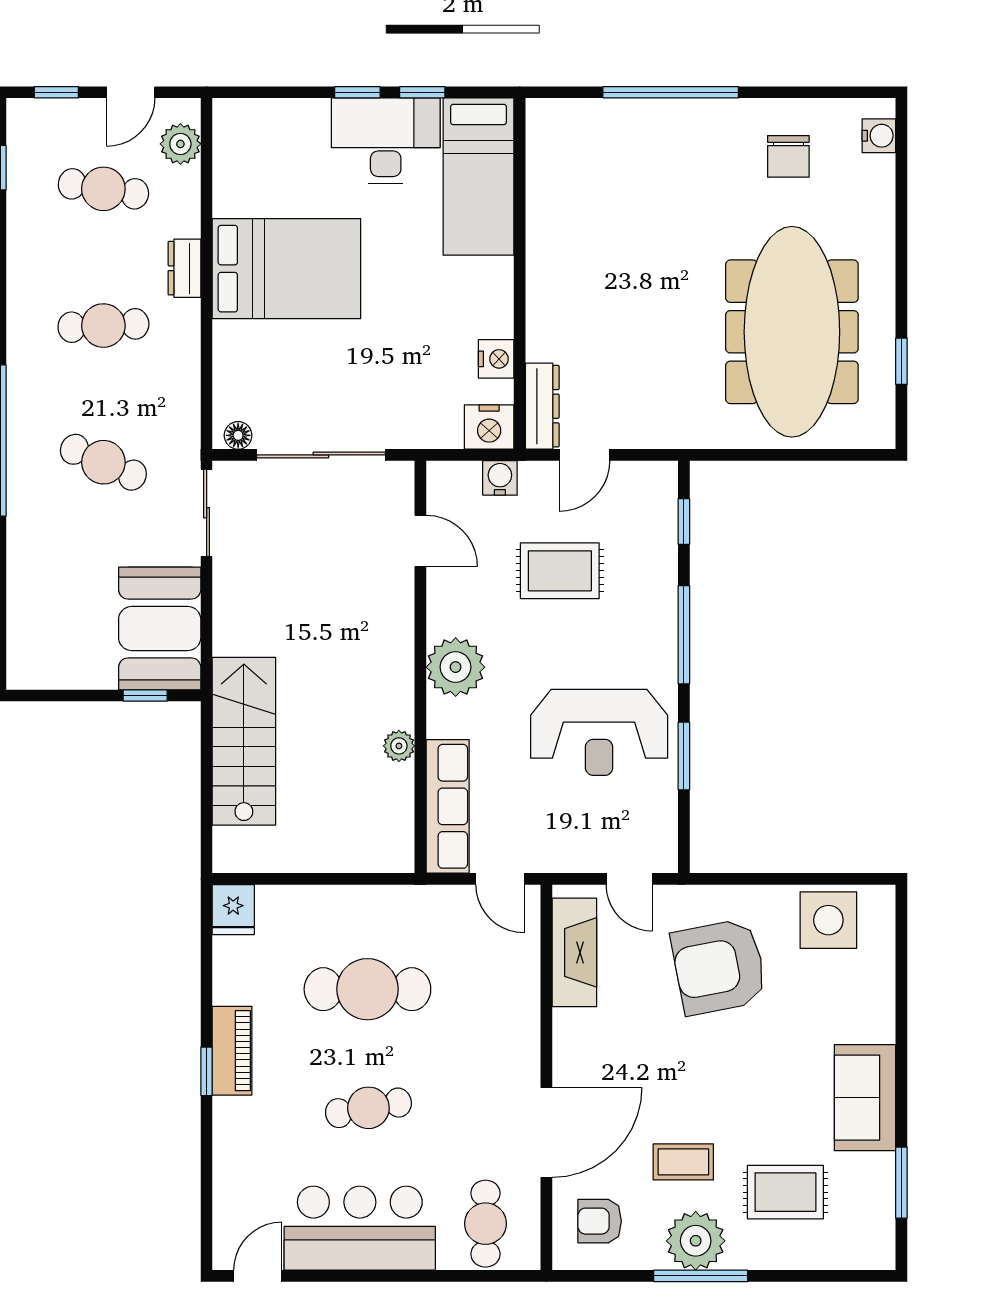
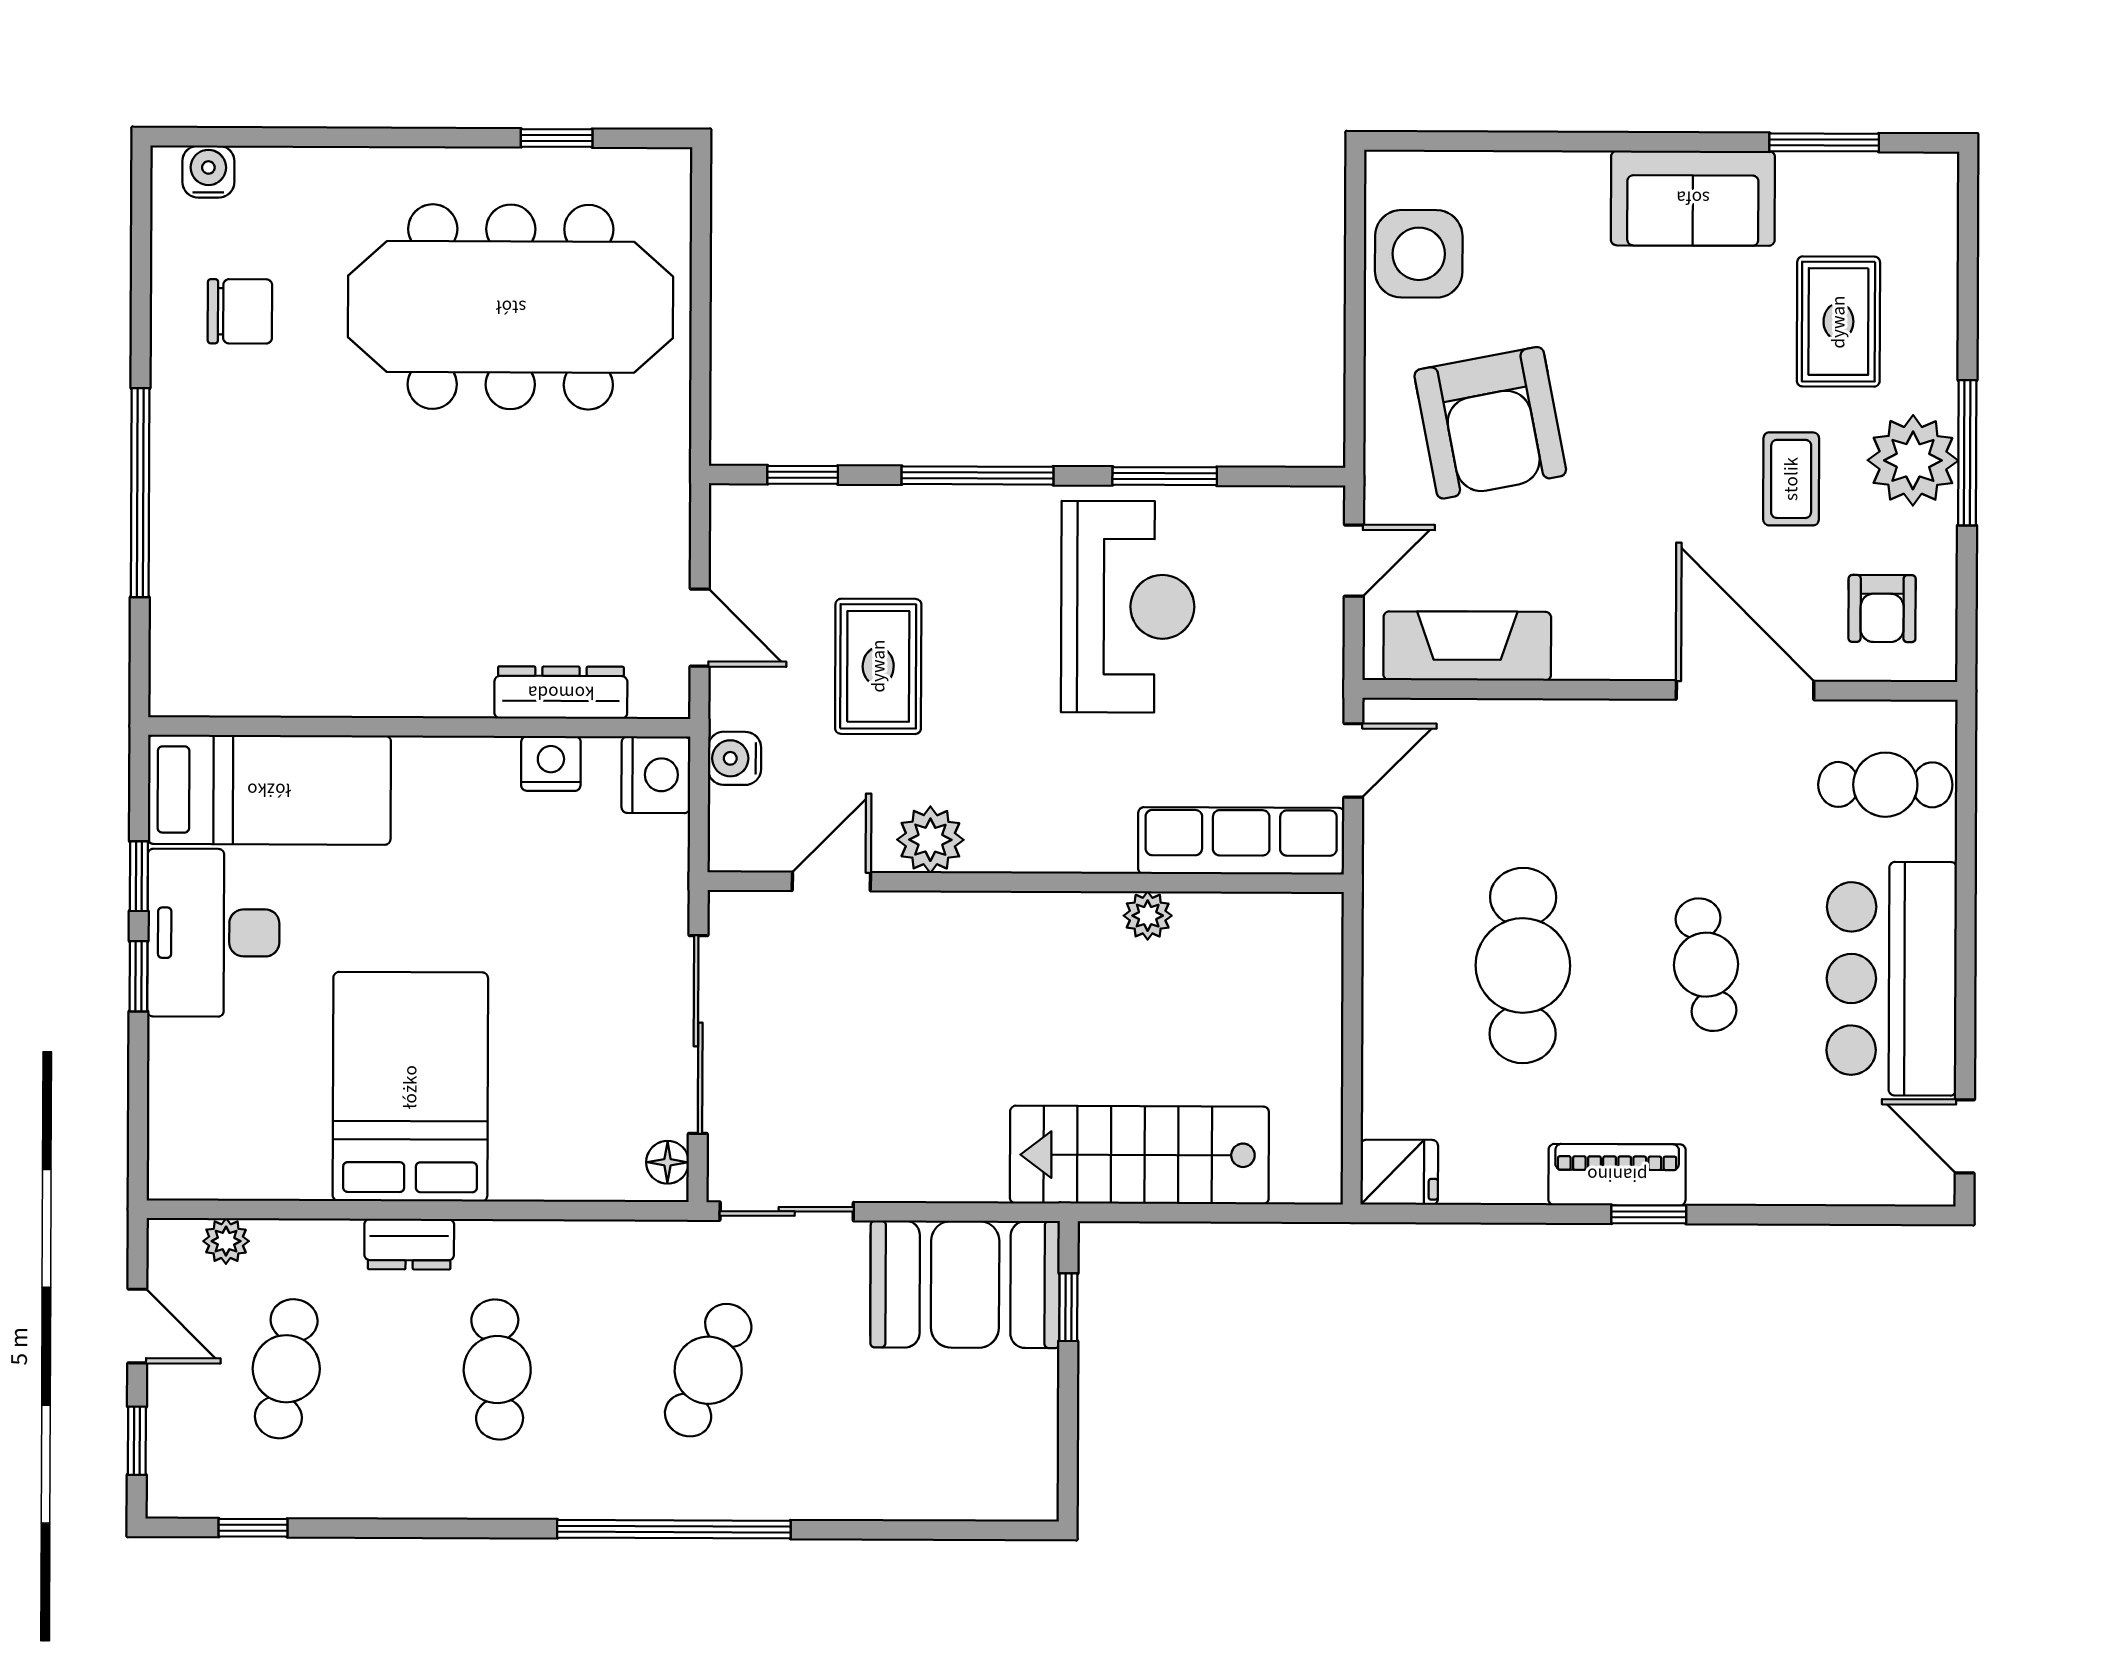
plant: (180, 144) -> (226, 1241), width x0.73, depth x0.73
dresser: (542, 406) -> (561, 693), moved
plant: (456, 667) -> (930, 840), moved, width x0.73, depth x0.73

